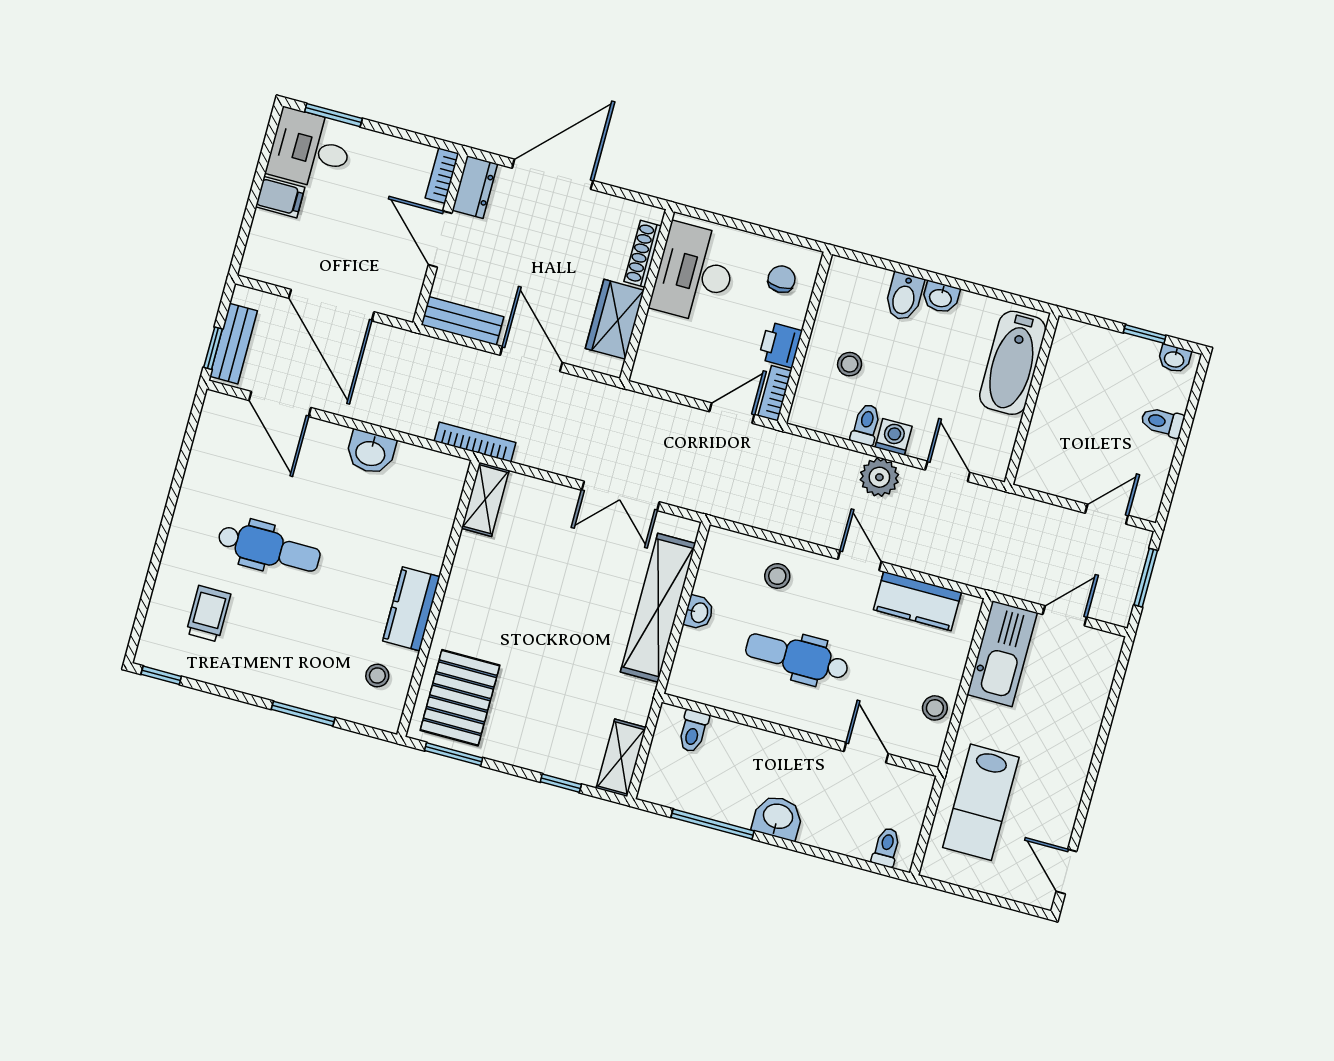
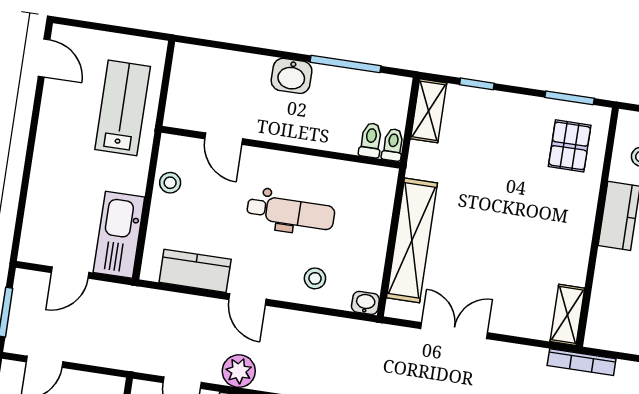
washbasin: (699, 612) -> (365, 303), moved, turned 90
pallet: (460, 698) -> (570, 146), width x0.67, depth x0.71
toilet: (886, 847) -> (393, 145), moved, turned 180

